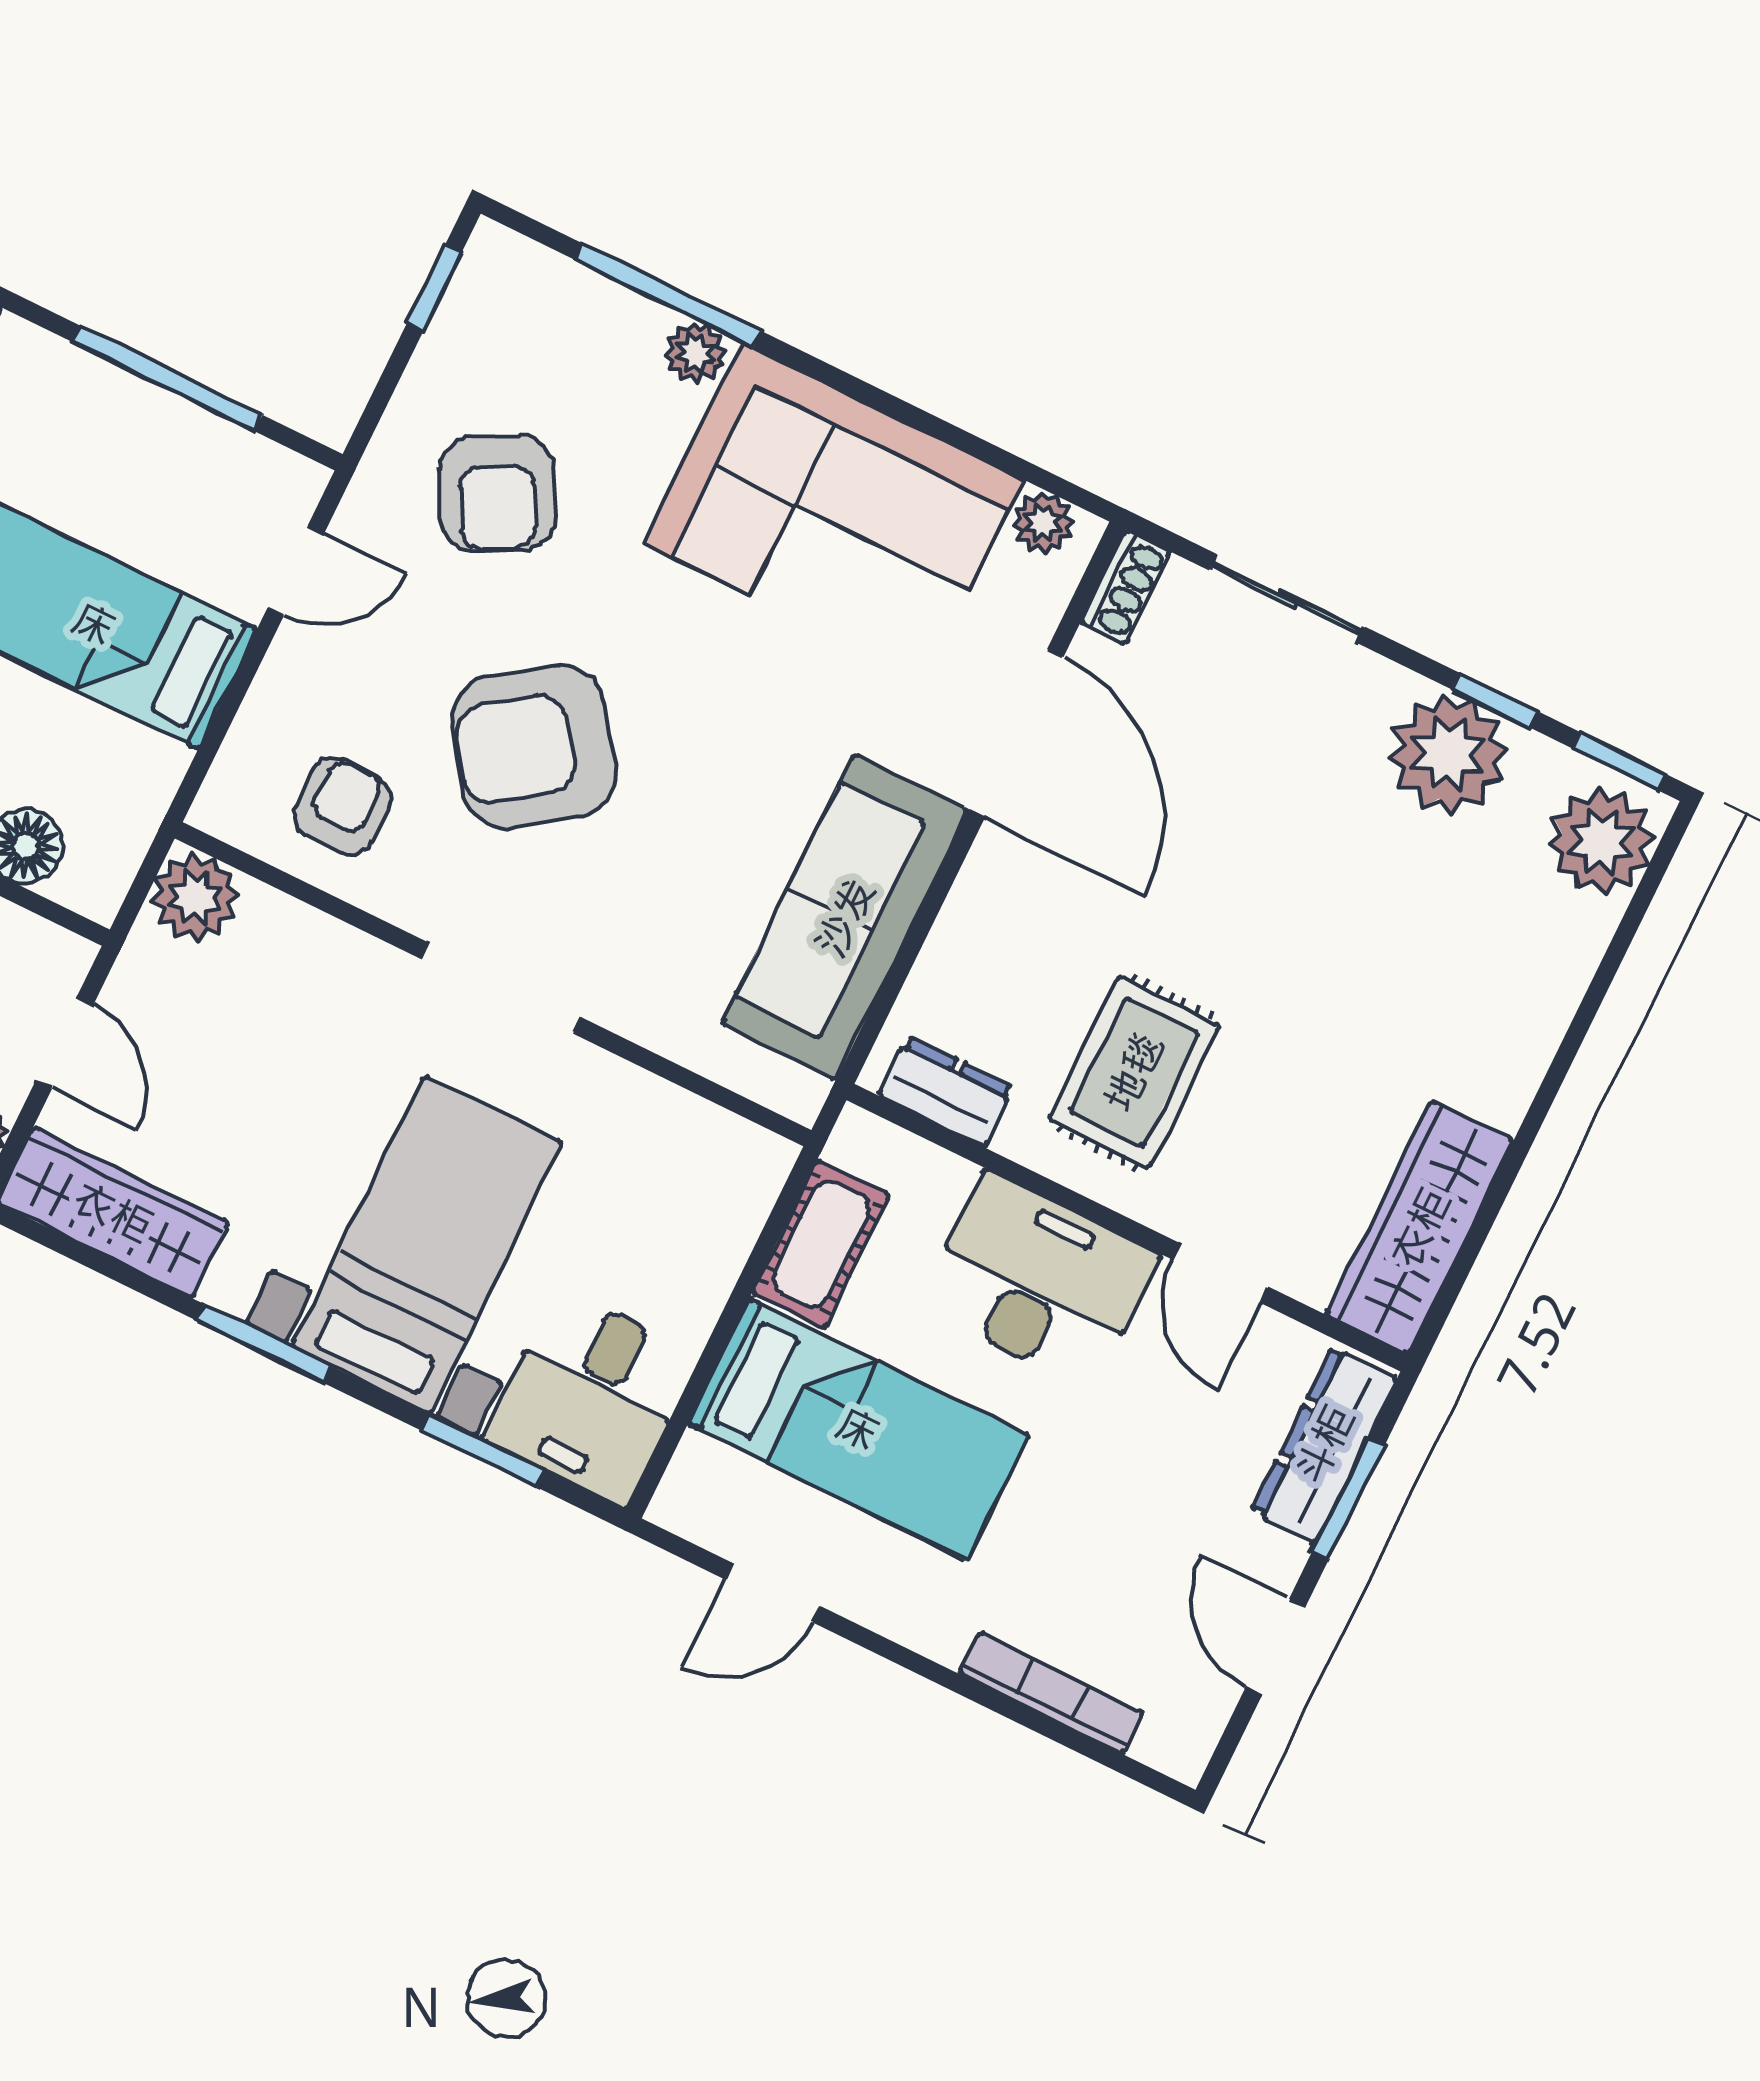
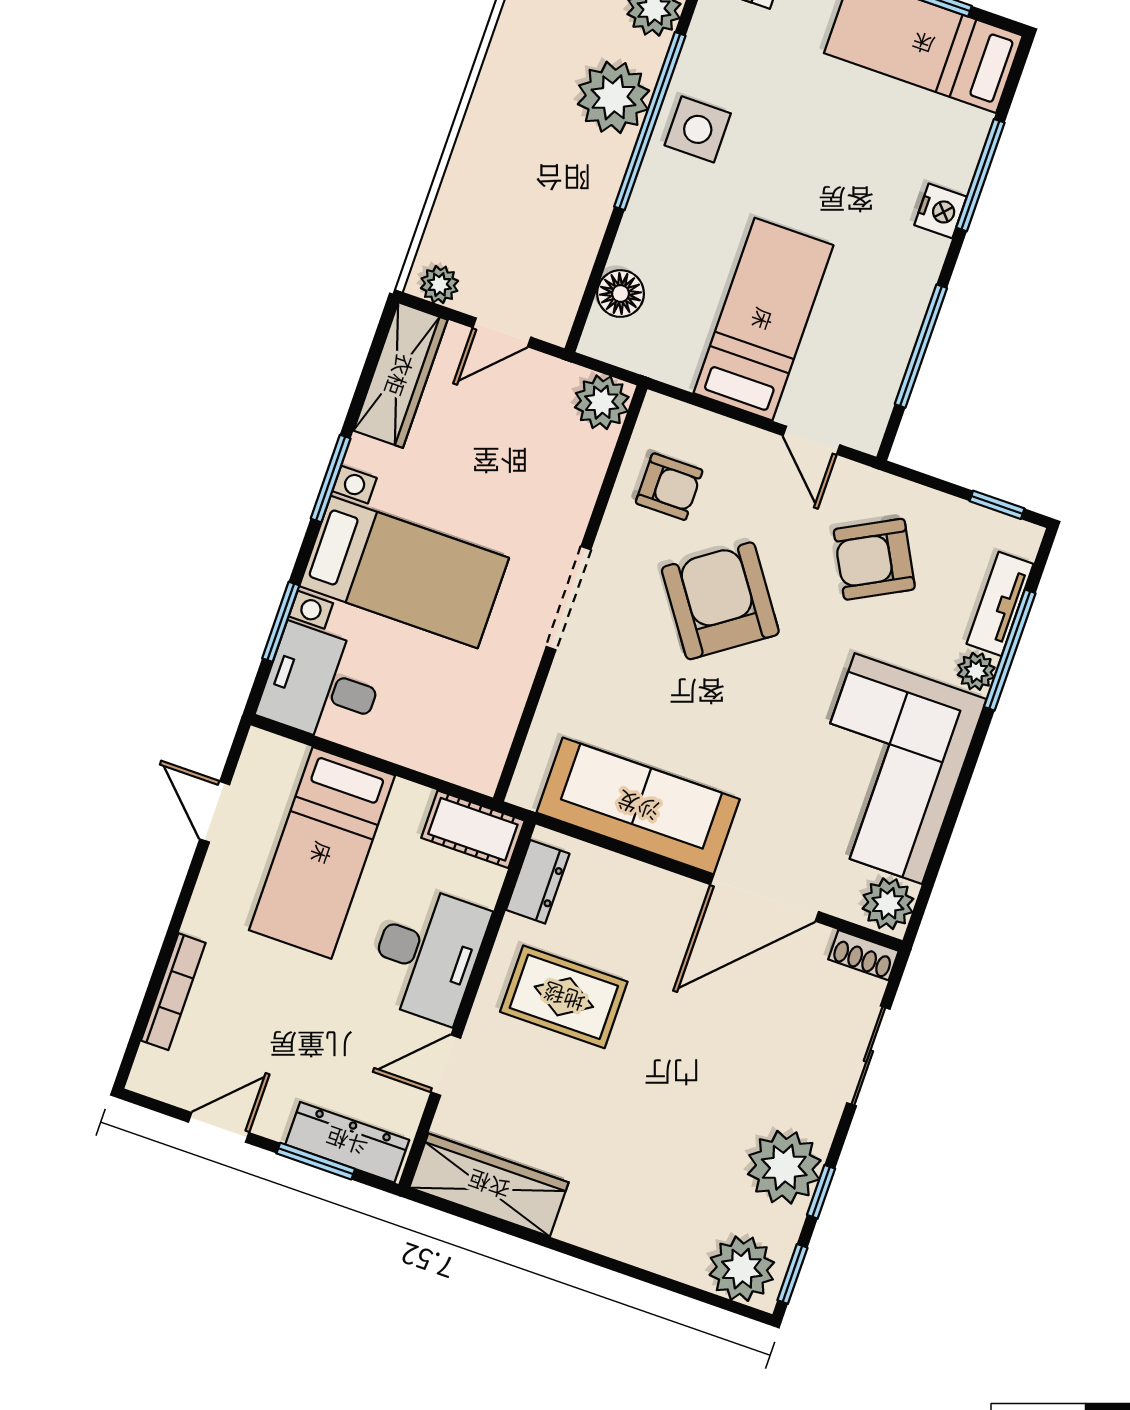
tv unit: (593, 302) -> (1000, 604), added
plant: (1043, 523) -> (888, 904), width x1.38, depth x1.38
cot: (821, 1244) -> (473, 829), moved

